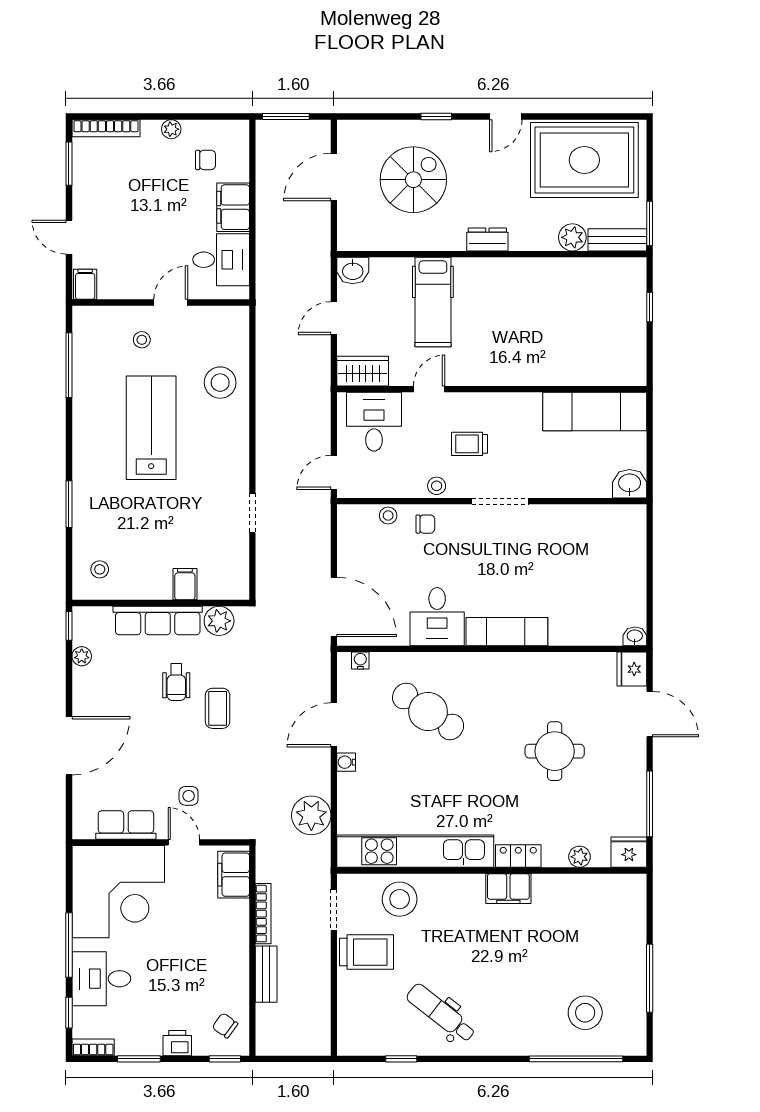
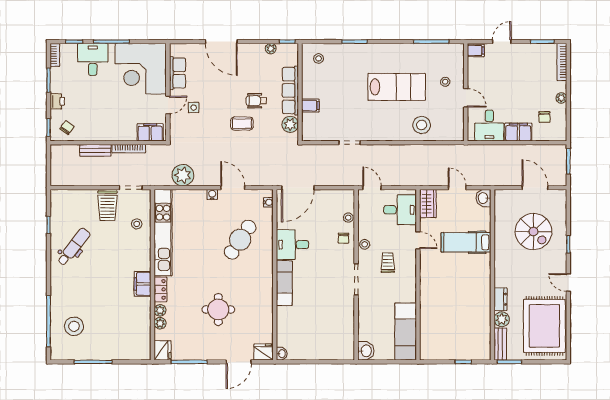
dresser: (487, 239) -> (501, 299), moved
plant: (556, 857) -> (160, 310), added
stool: (400, 899) -> (137, 224), width x0.53, depth x0.53

